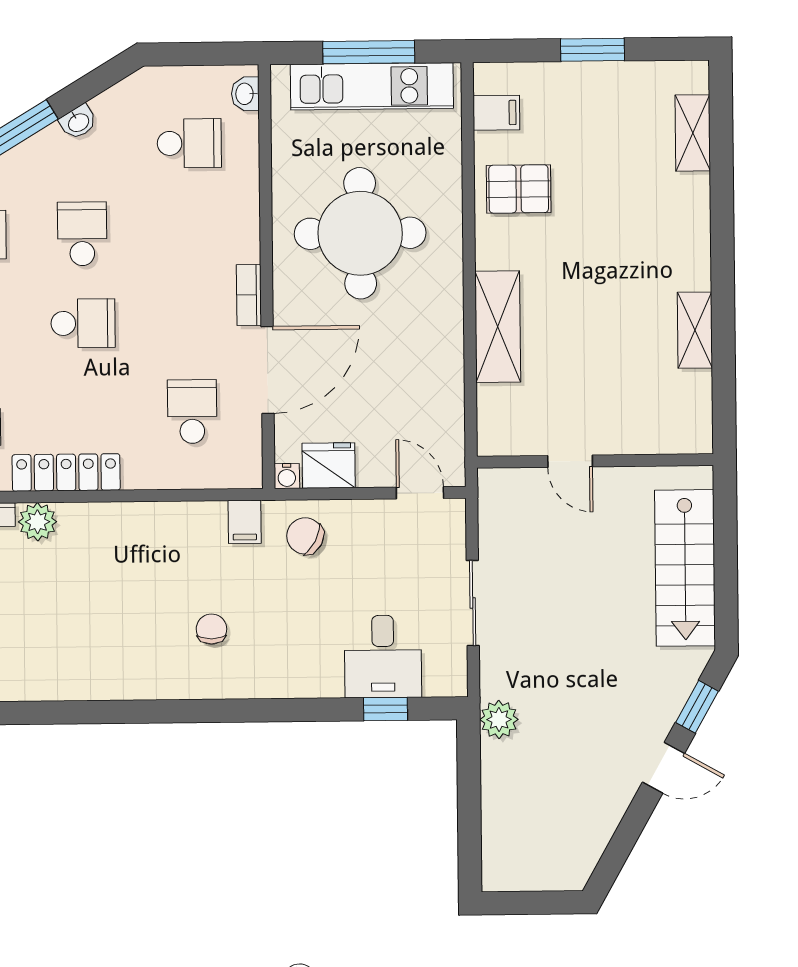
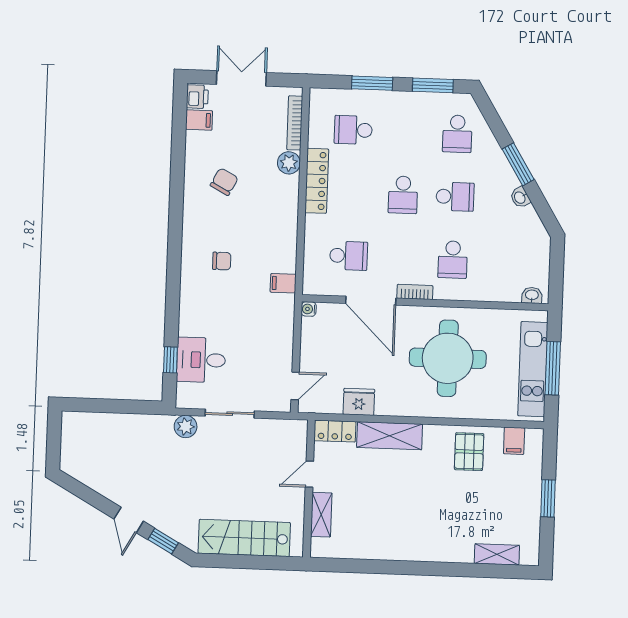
school desk: (189, 143) -> (453, 260), moved
shelving: (695, 330) -> (321, 515), moved, turned 90
locker: (494, 421) -> (335, 431), added
fridge: (329, 465) -> (359, 402), moved, turned -90
chair: (305, 536) -> (224, 182), moved
plant: (499, 720) -> (186, 427), moved

